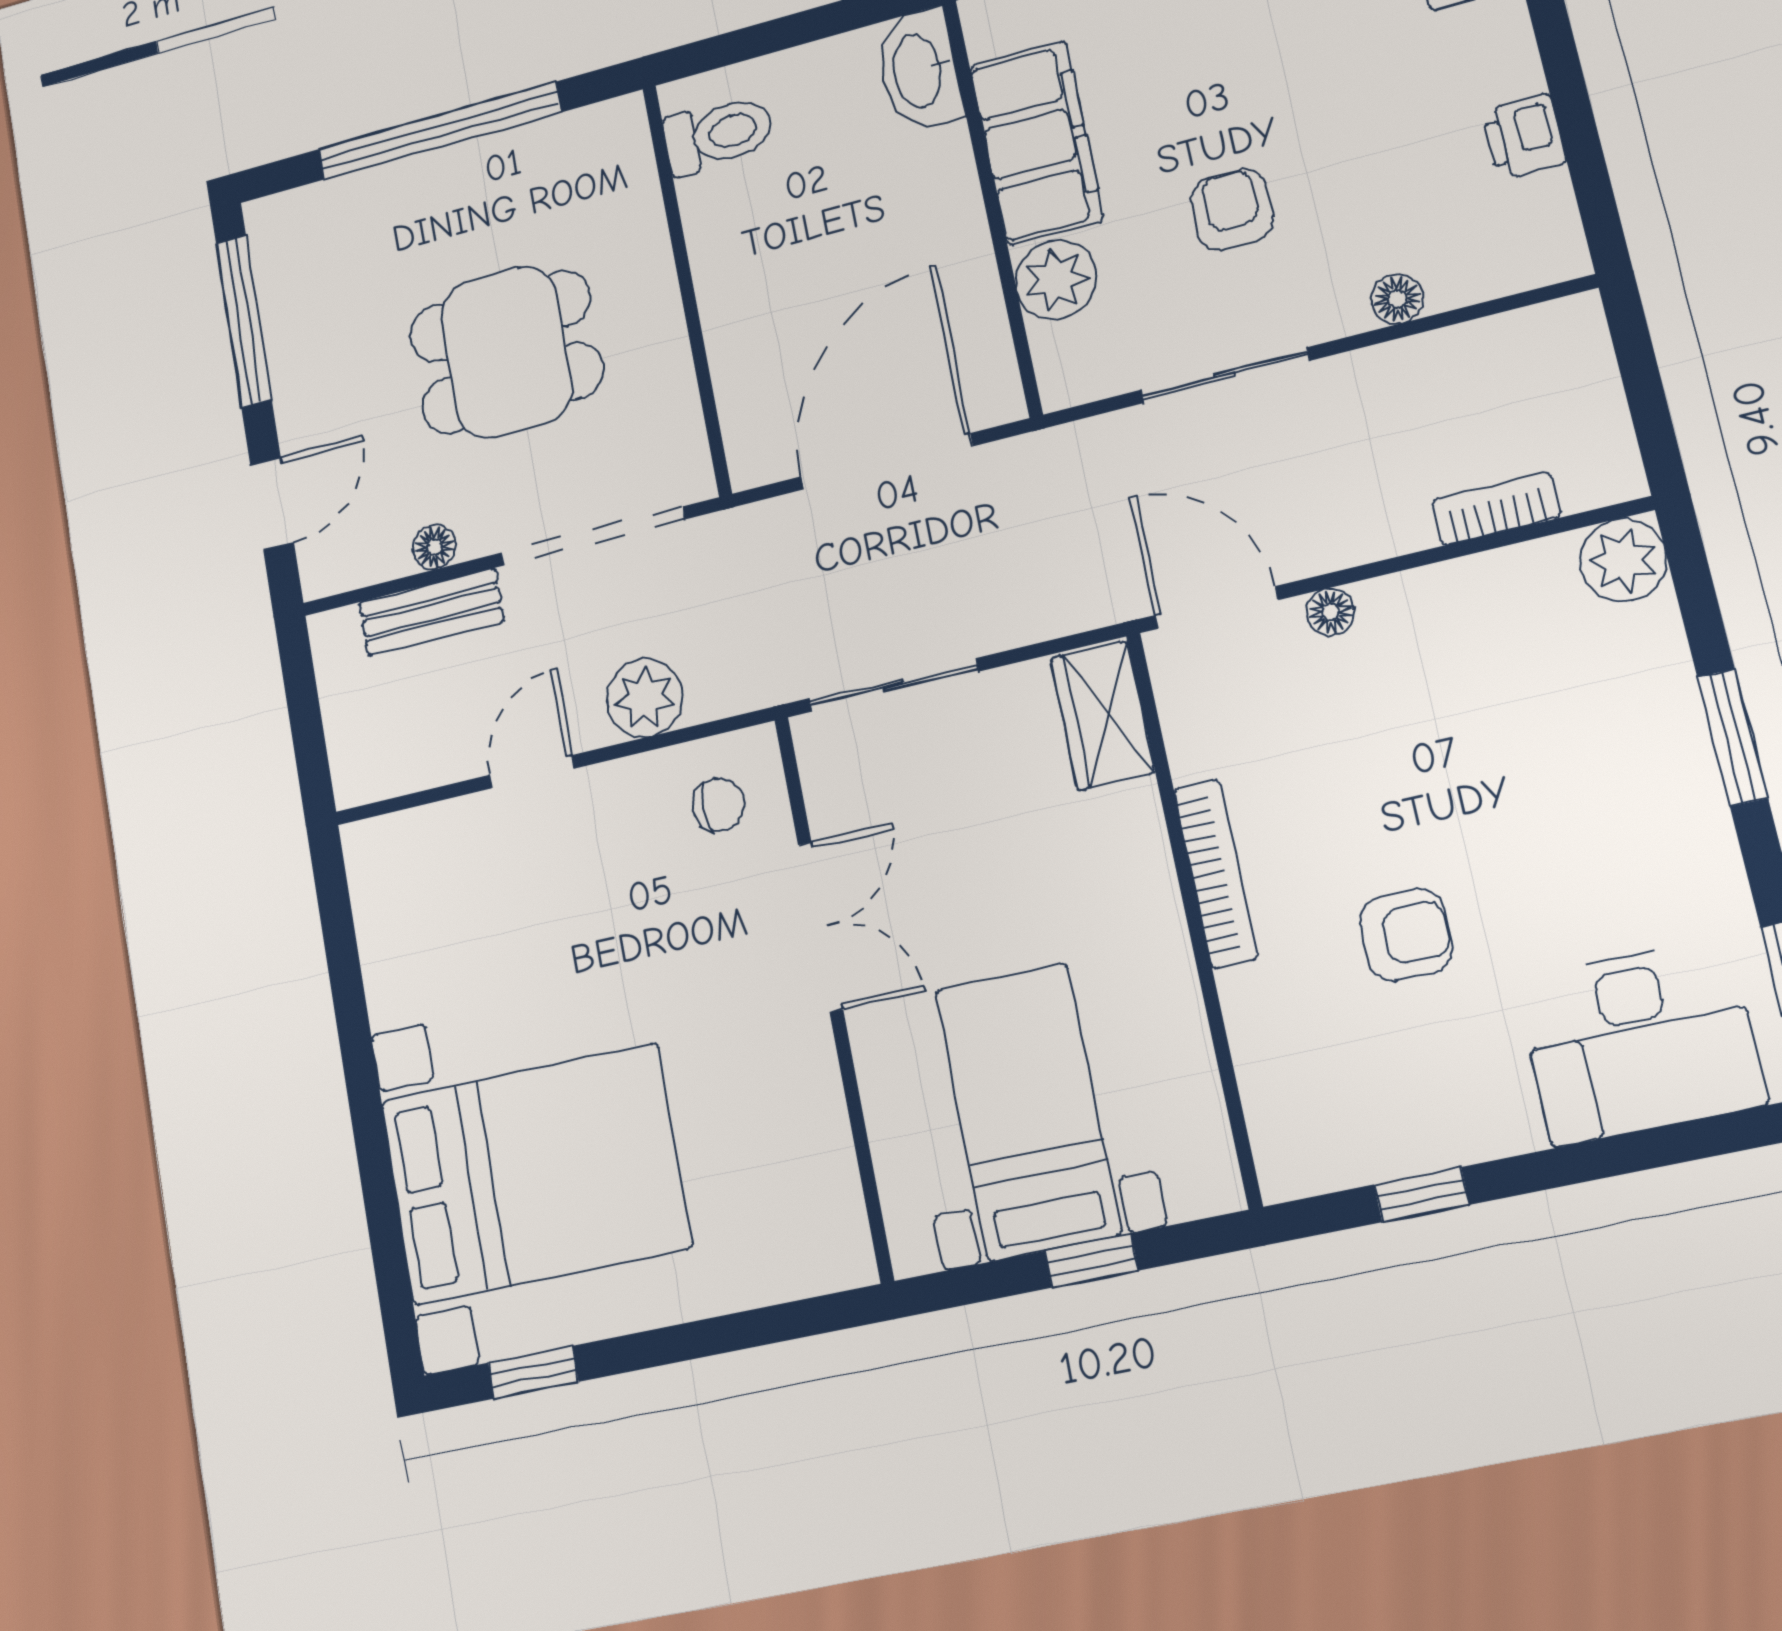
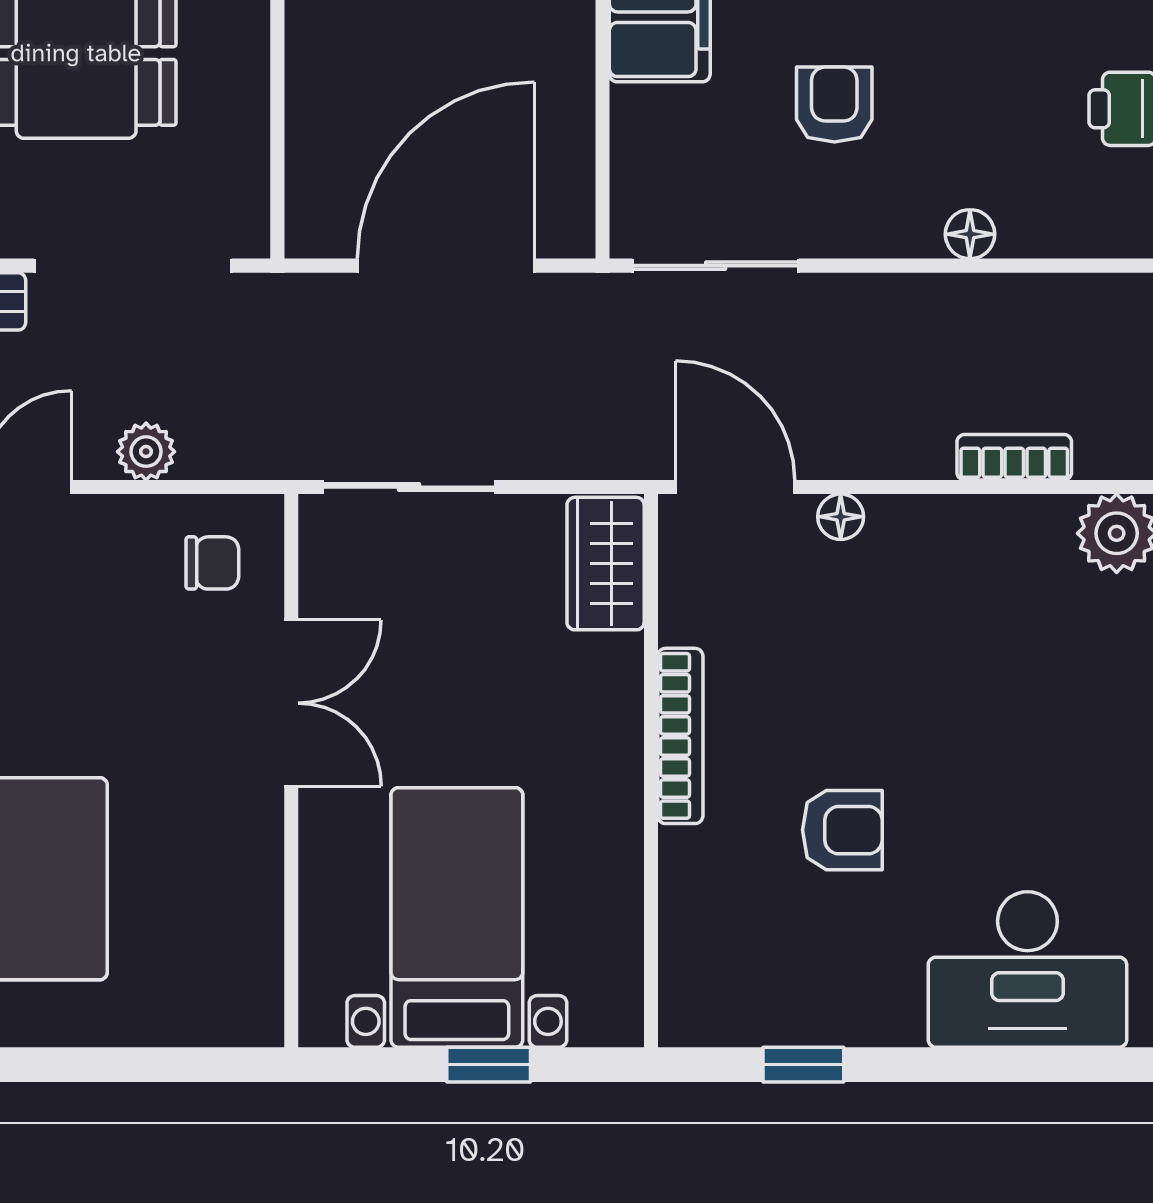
plant: (1056, 279) -> (650, 128), removed
sliding door: (1225, 375) -> (716, 266), moved
plant: (645, 698) -> (146, 452), width x0.73, depth x0.73

